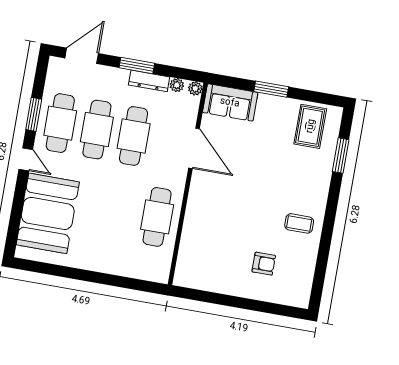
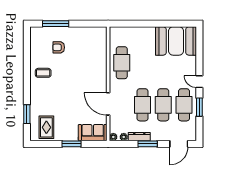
booth: (48, 213) -> (176, 41), moved, turned 90
window: (262, 306) -> (56, 24), added

